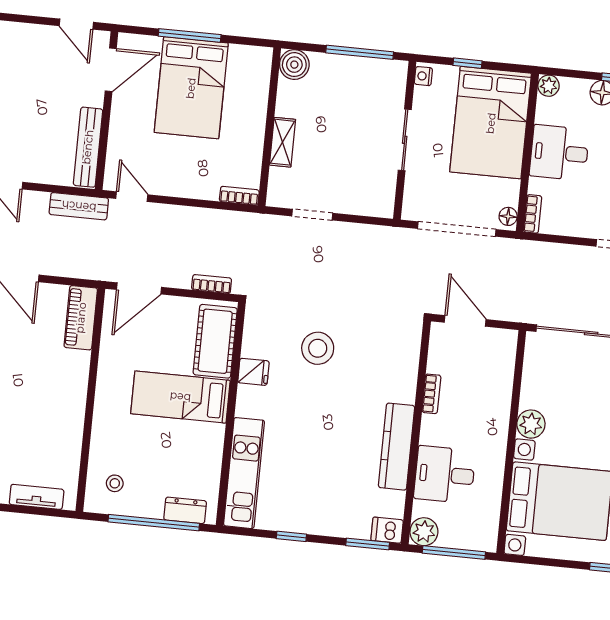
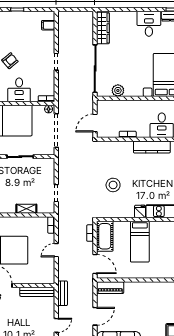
door: (132, 197) -> (56, 250), moved
cot: (215, 341) -> (105, 236), moved, turned 90
fridge: (253, 372) -> (140, 211), moved
plant: (531, 424) -> (118, 90), moved

